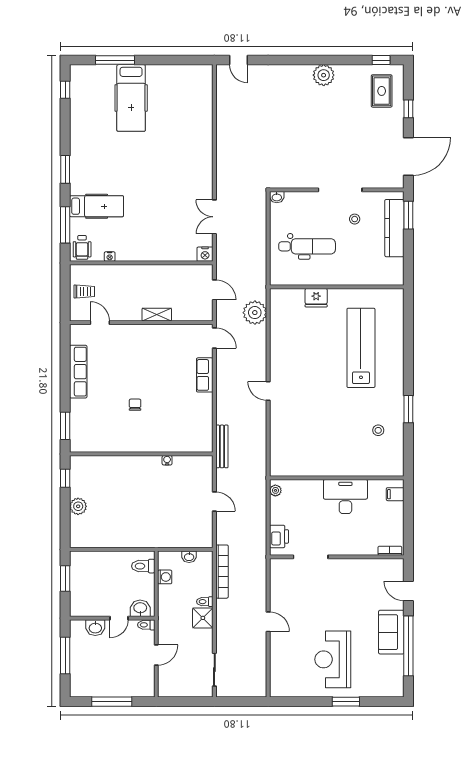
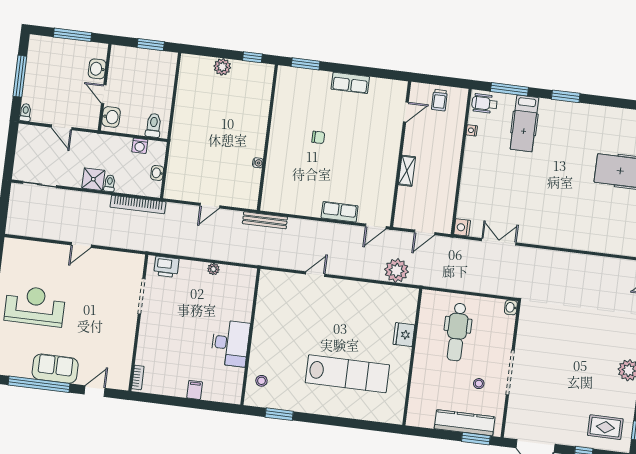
row of seats: (78, 372) -> (350, 83), width x0.68
wall: (337, 478) -> (250, 337), moved
desk: (345, 497) -> (230, 343), moved
toilet: (146, 625) -> (25, 112), moved

